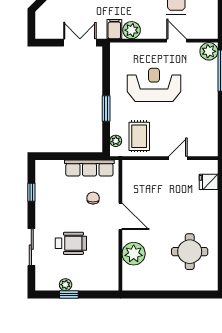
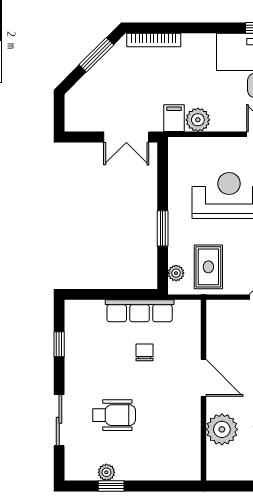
double door: (80, 43) -> (126, 137), swing flipped
door: (120, 216) -> (204, 378), moved
wall: (120, 225) -> (204, 390), moved
plant: (134, 254) -> (222, 429), moved

